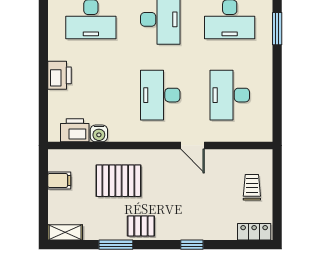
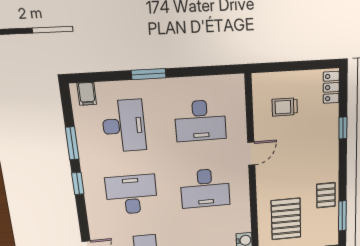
window: (277, 29) -> (149, 74), moved
trolley: (252, 187) -> (285, 107), moved
window: (192, 245) -> (343, 128), moved

